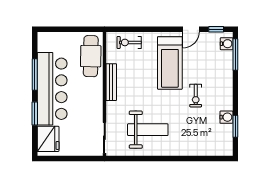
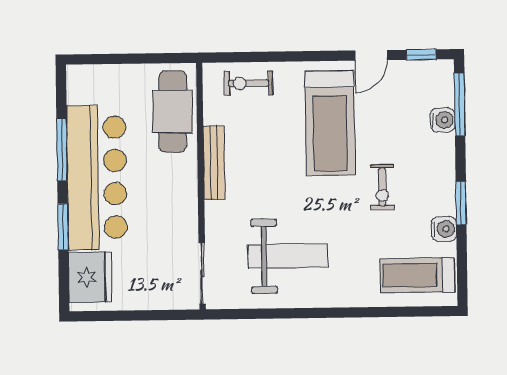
water cooler: (227, 44) -> (443, 120), moved
window: (235, 126) -> (461, 203), moved
treadmill: (213, 140) -> (417, 275), added

